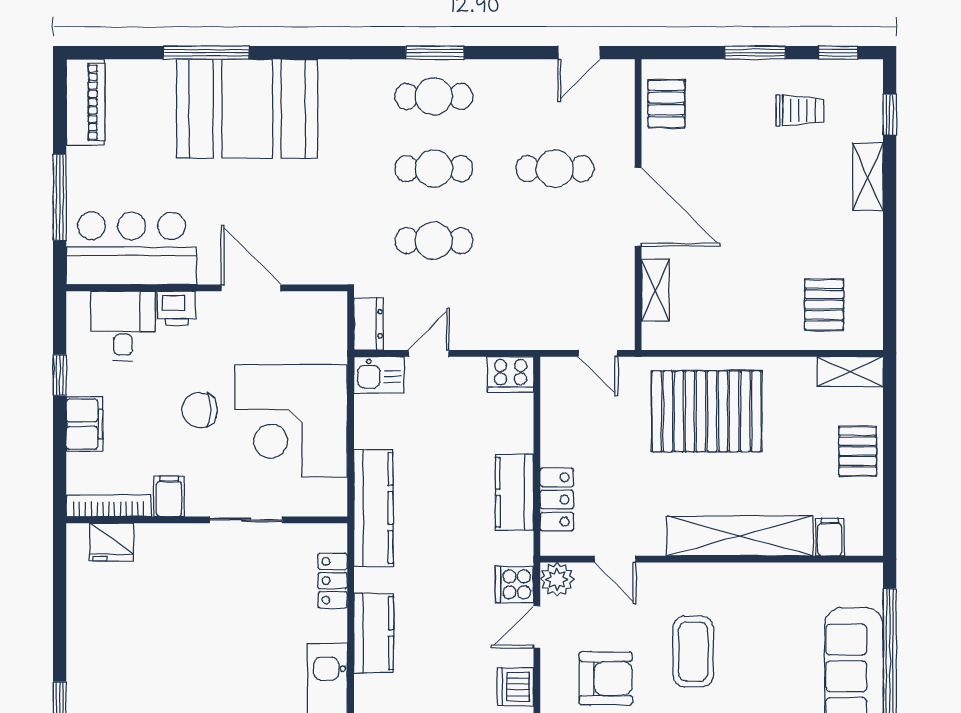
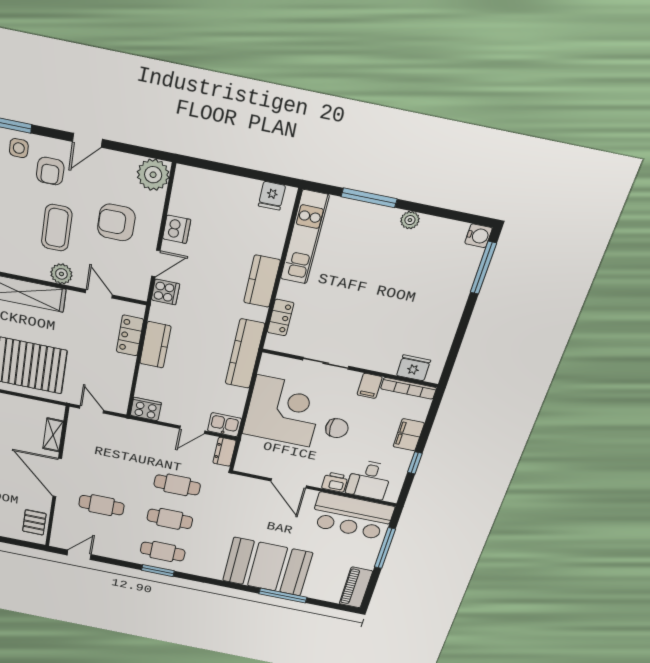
plant: (557, 579) -> (61, 274), moved

